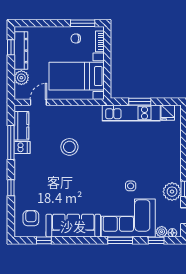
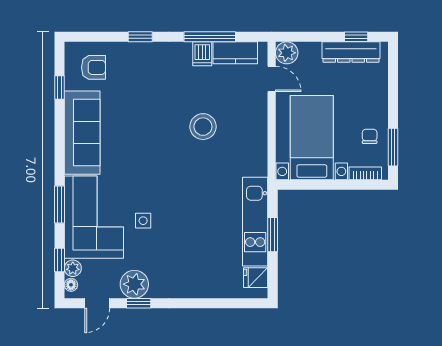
plant: (21, 78) -> (287, 53), moved

